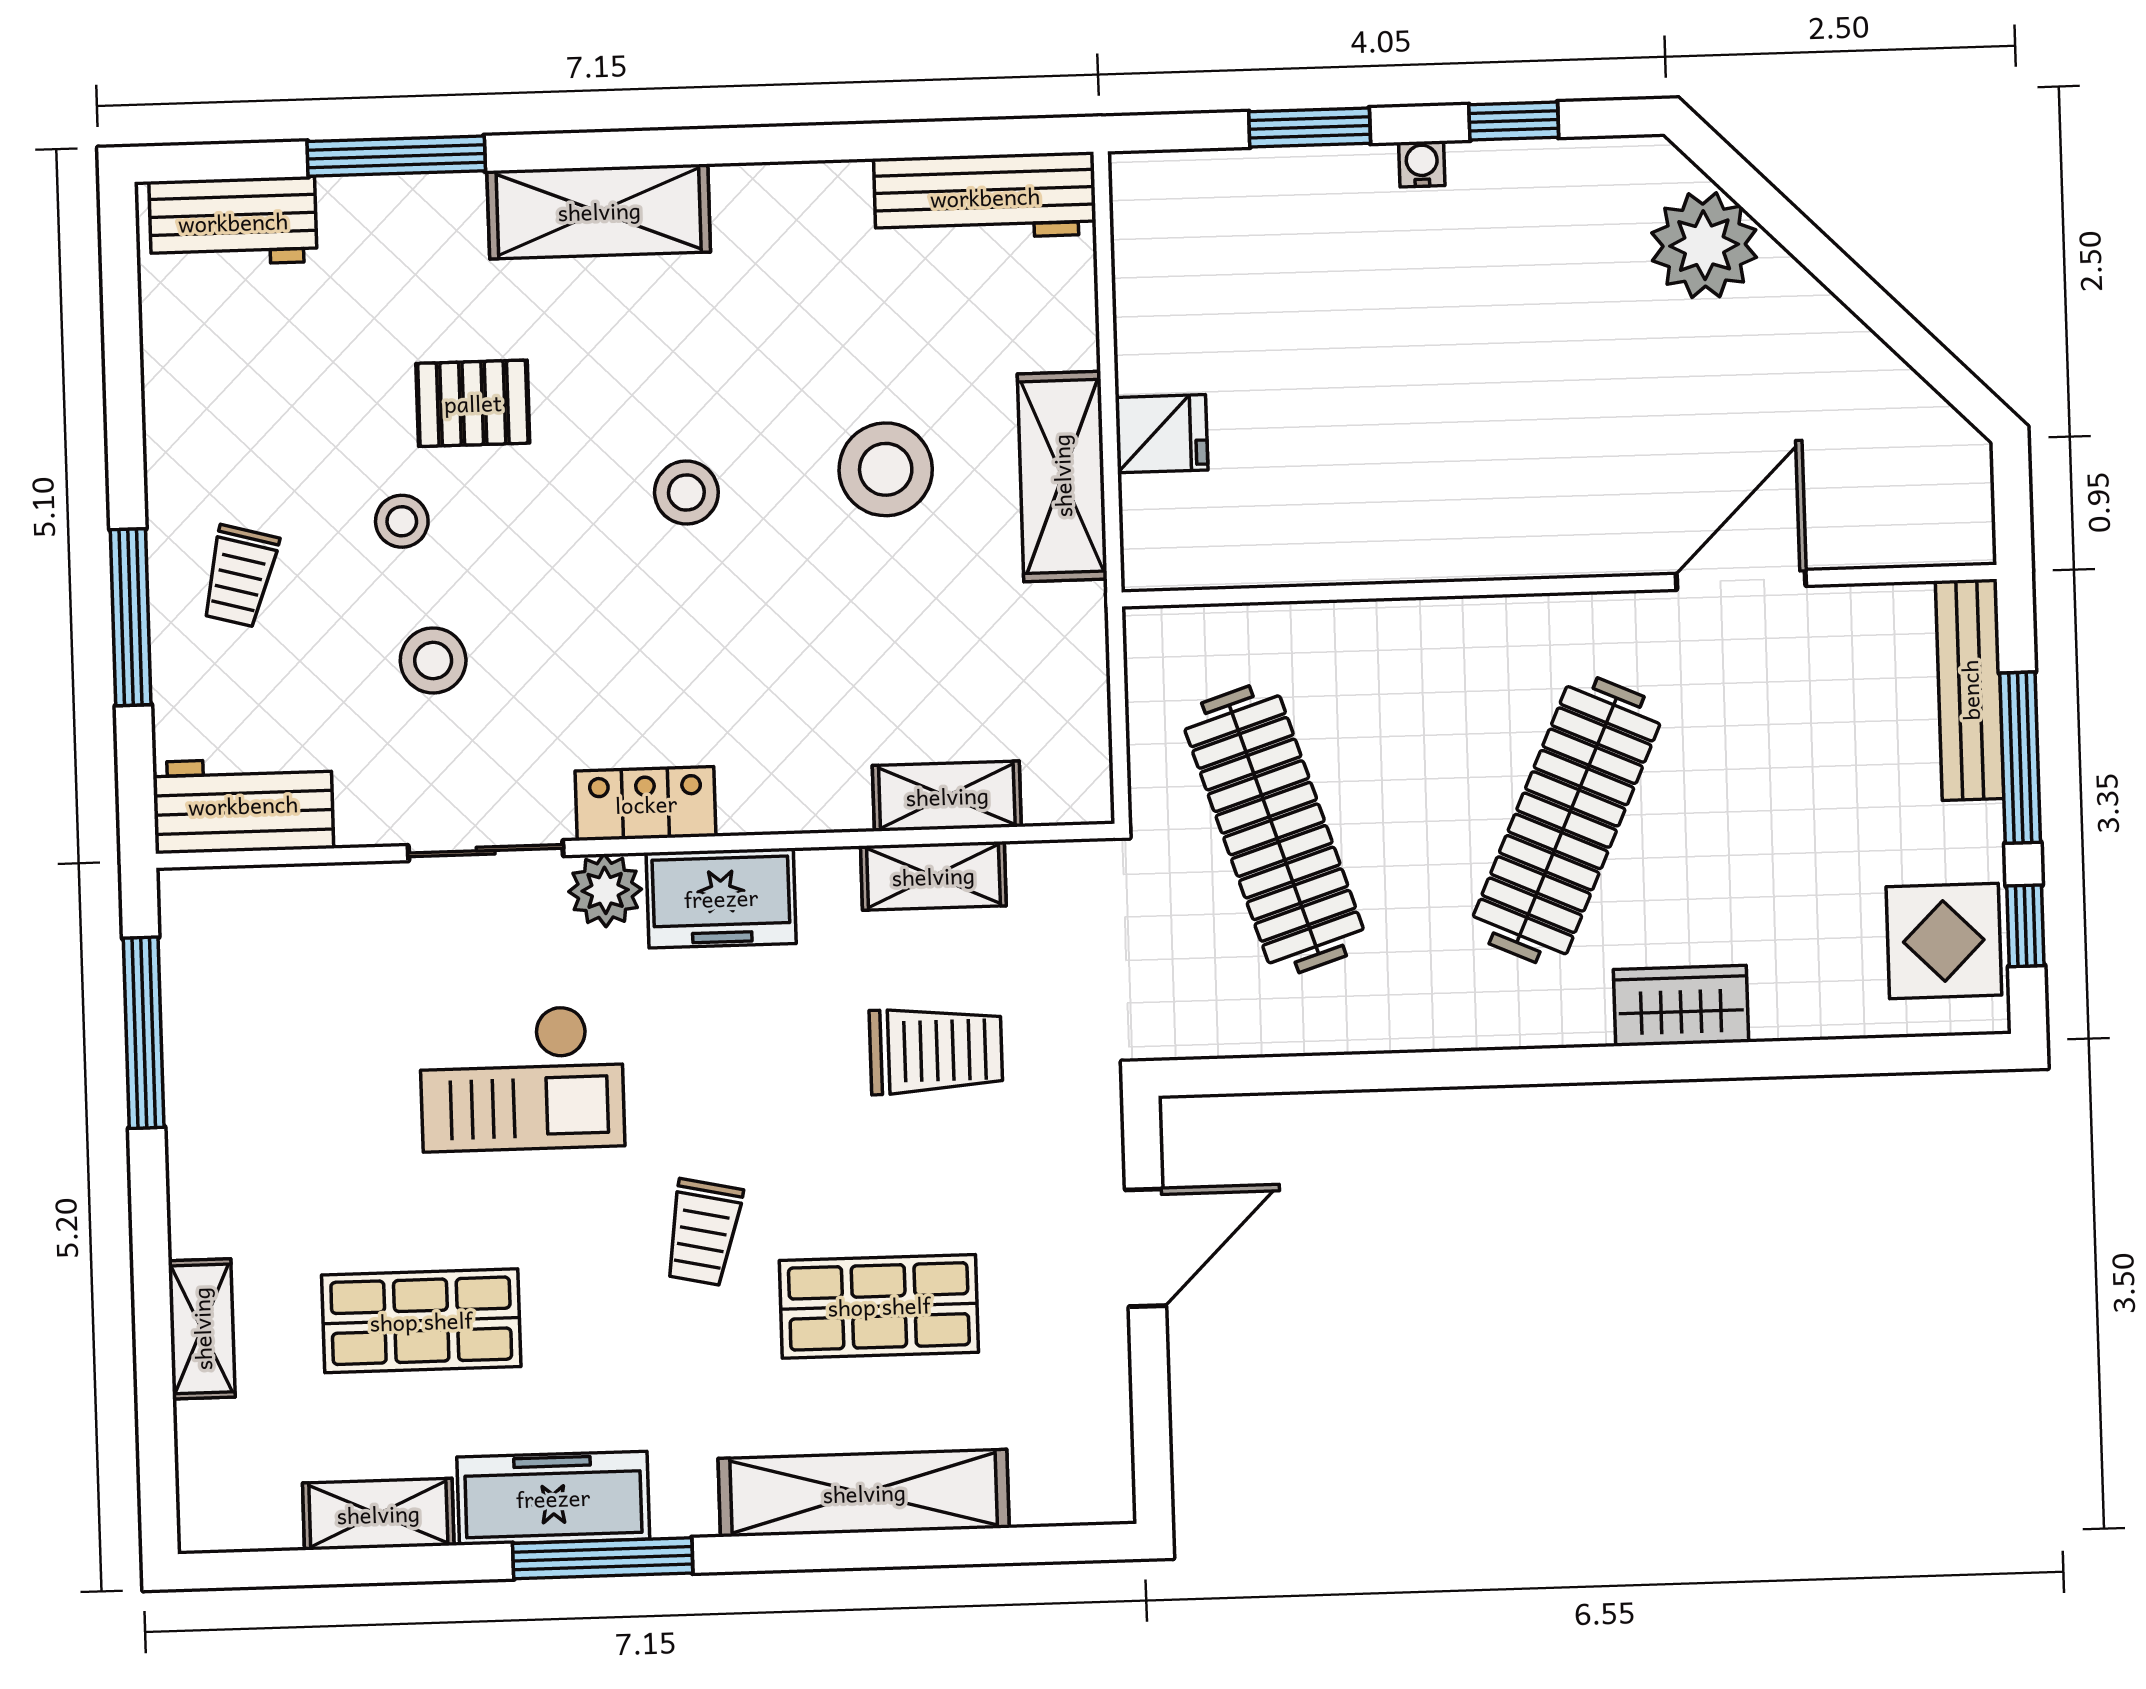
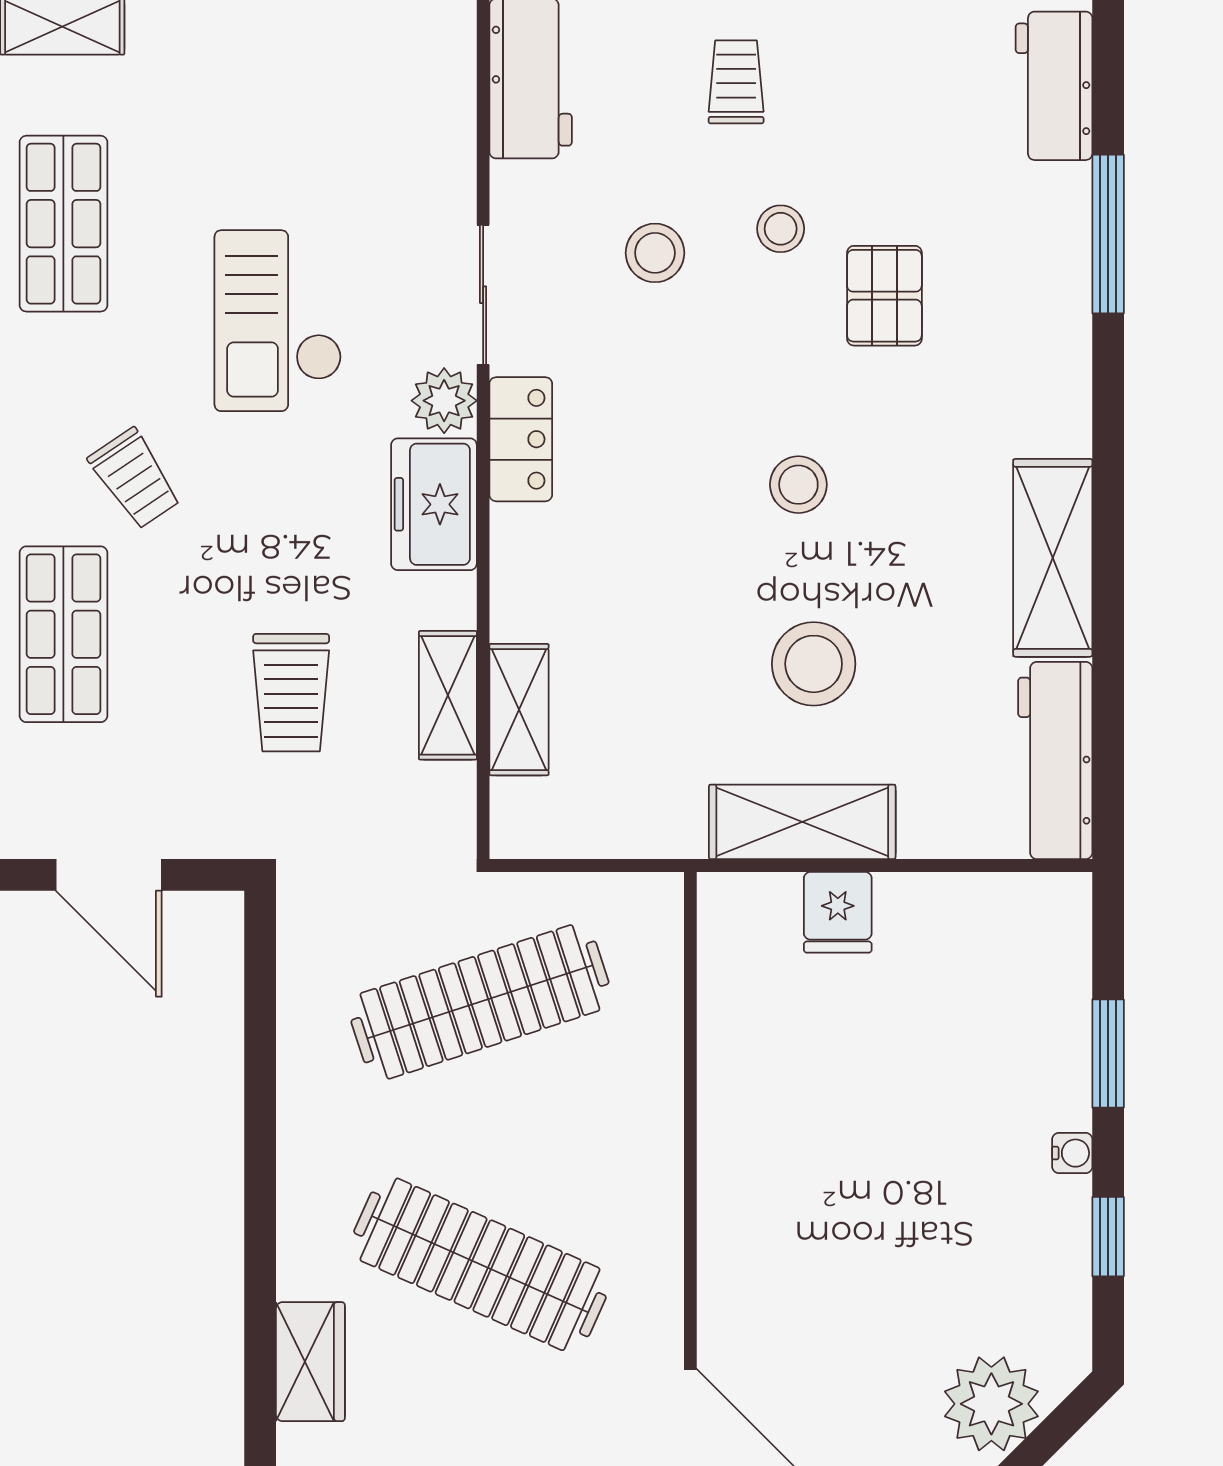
shelving: (599, 211) -> (1053, 558), moved
trolley: (240, 576) -> (736, 82), turned 75
trolley: (703, 1232) -> (135, 479), turned -136

